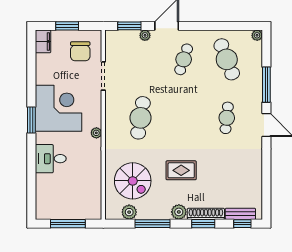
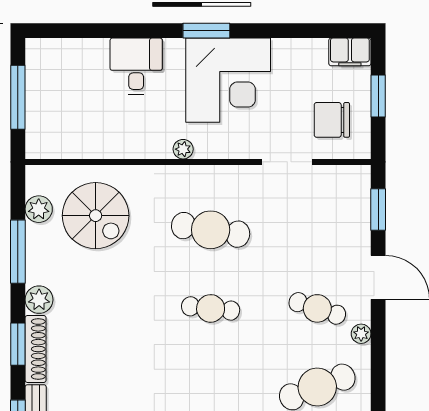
plant: (145, 35) -> (361, 334), moved
cafe table: (227, 118) -> (211, 308), moved
rug: (181, 170) -> (115, 304), removed
spiral stairs: (133, 181) -> (96, 216), turned -90

